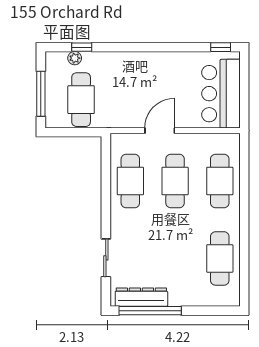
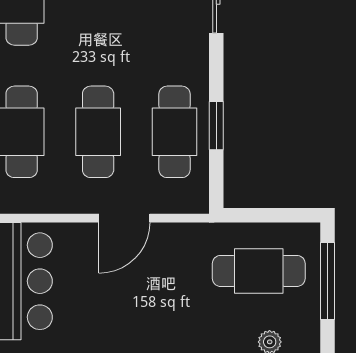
cafe table: (81, 100) -> (259, 271), turned 90
window: (106, 185) -> (216, 126), added

